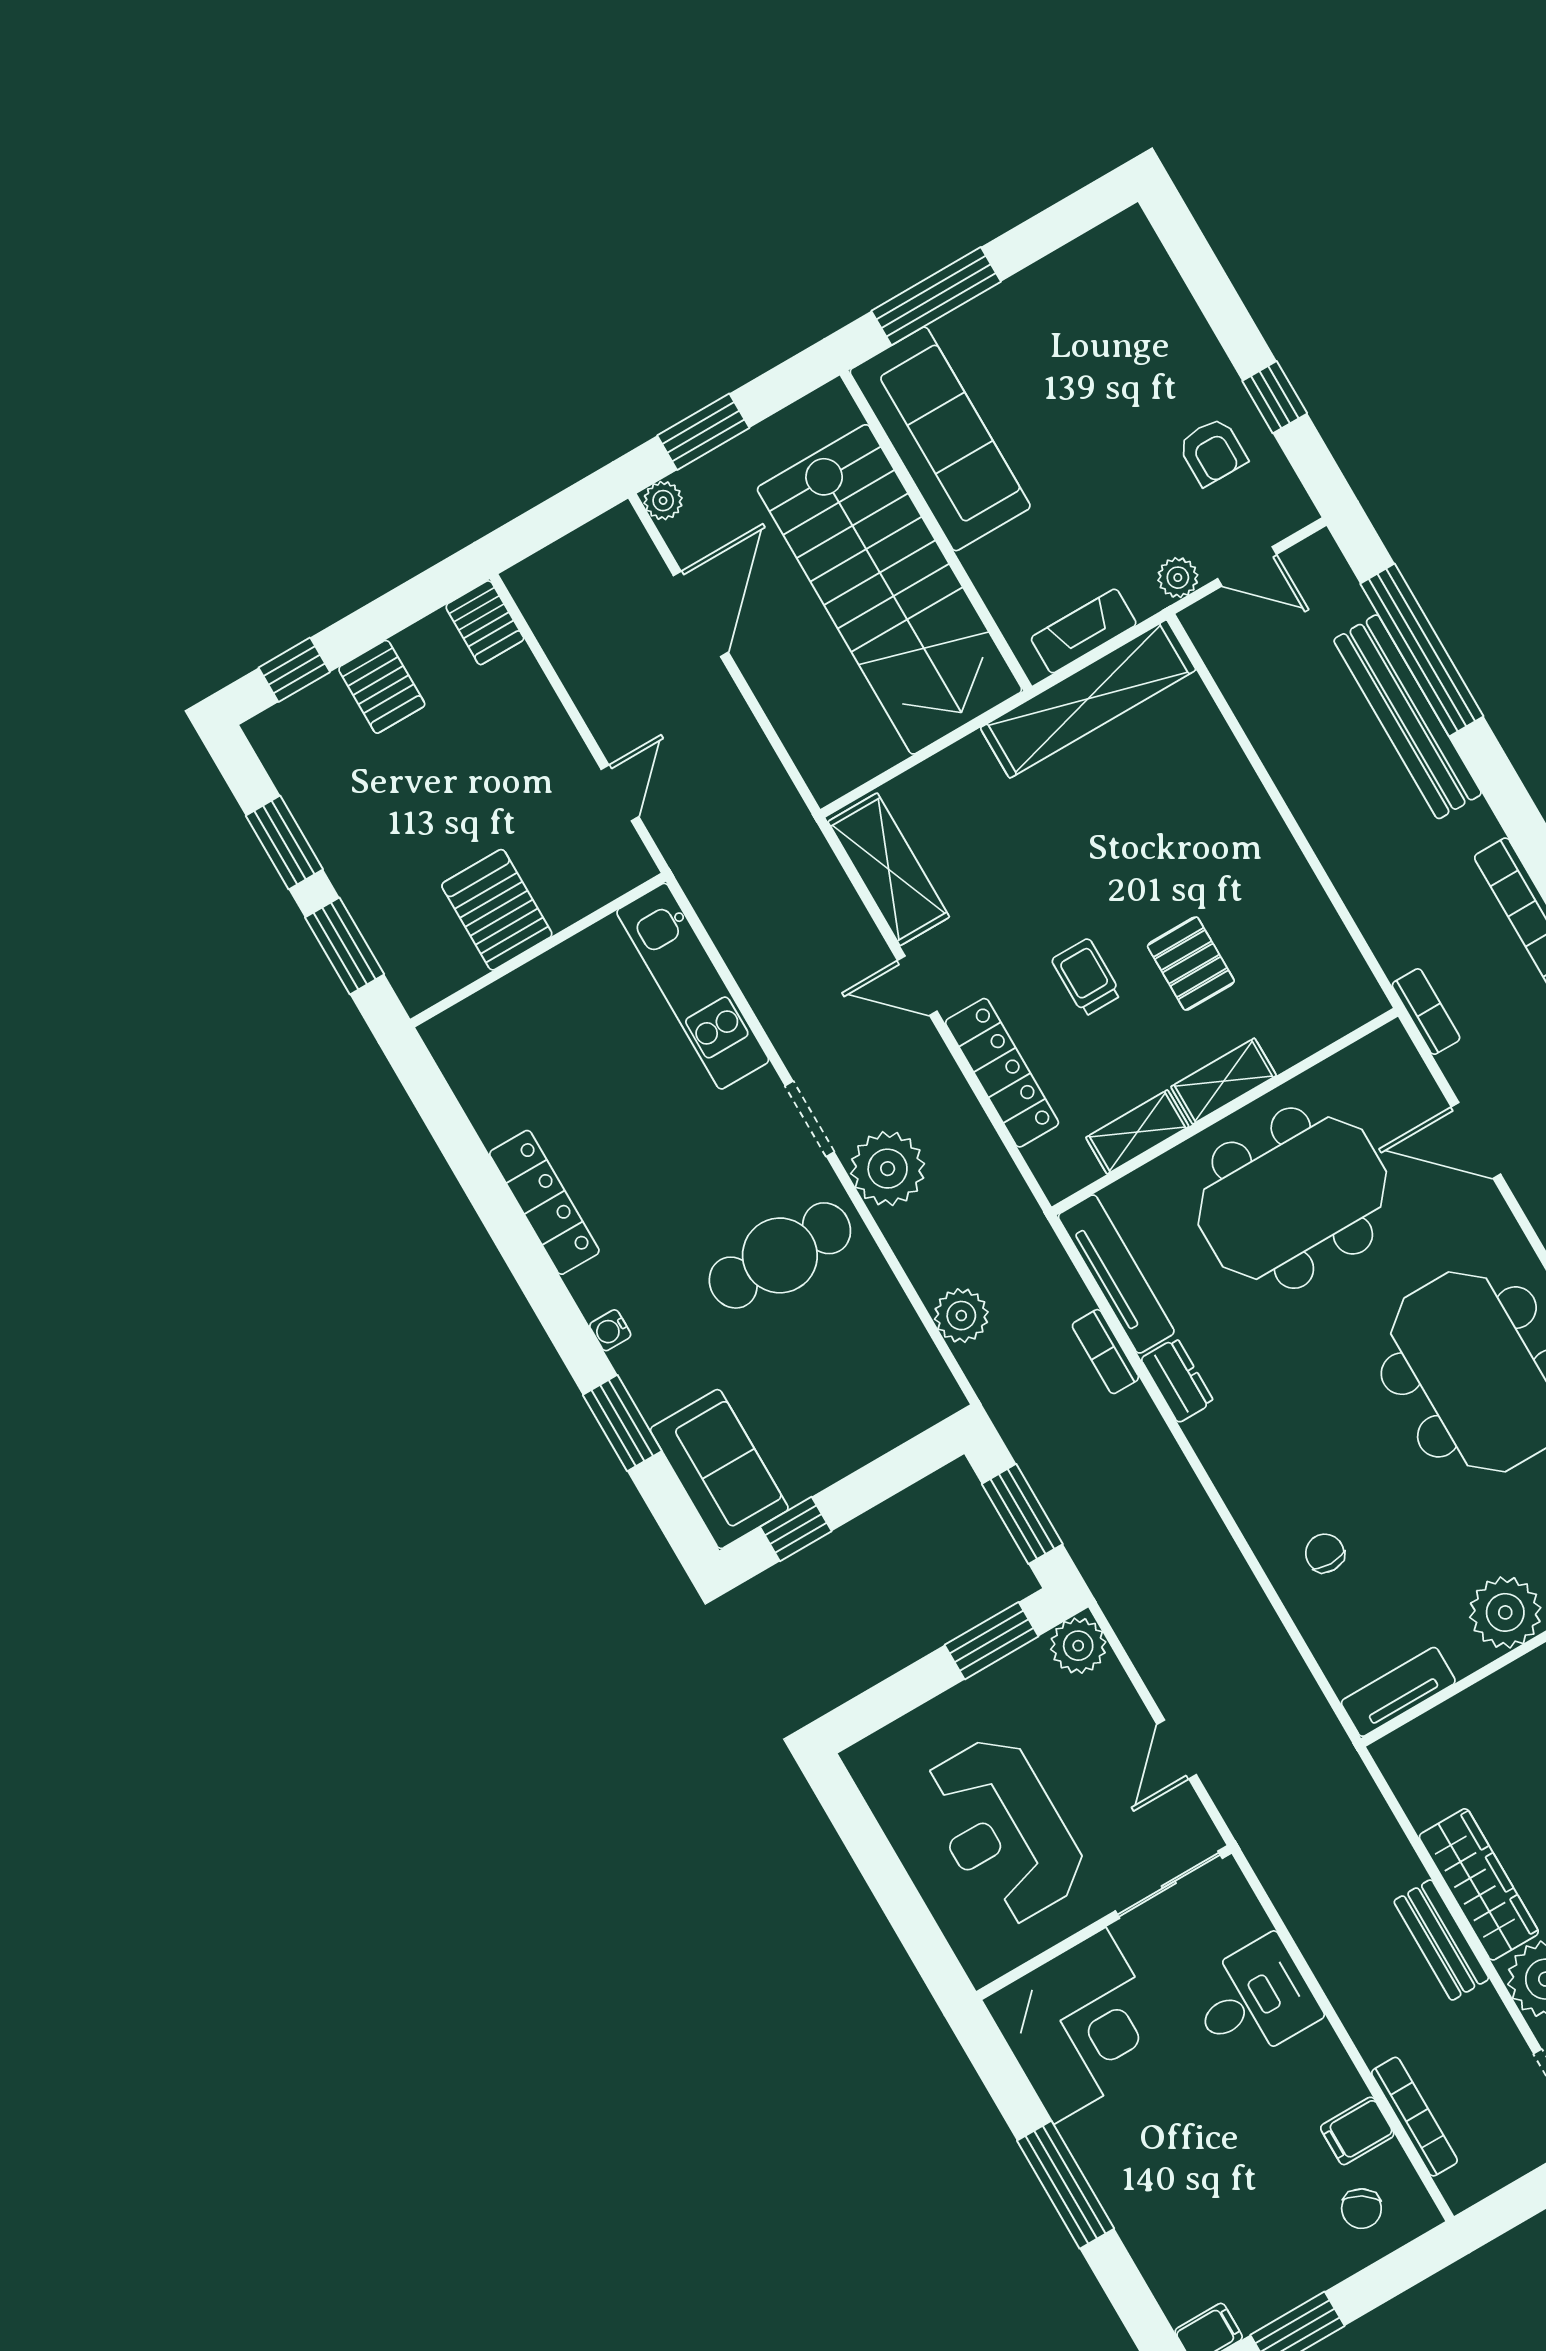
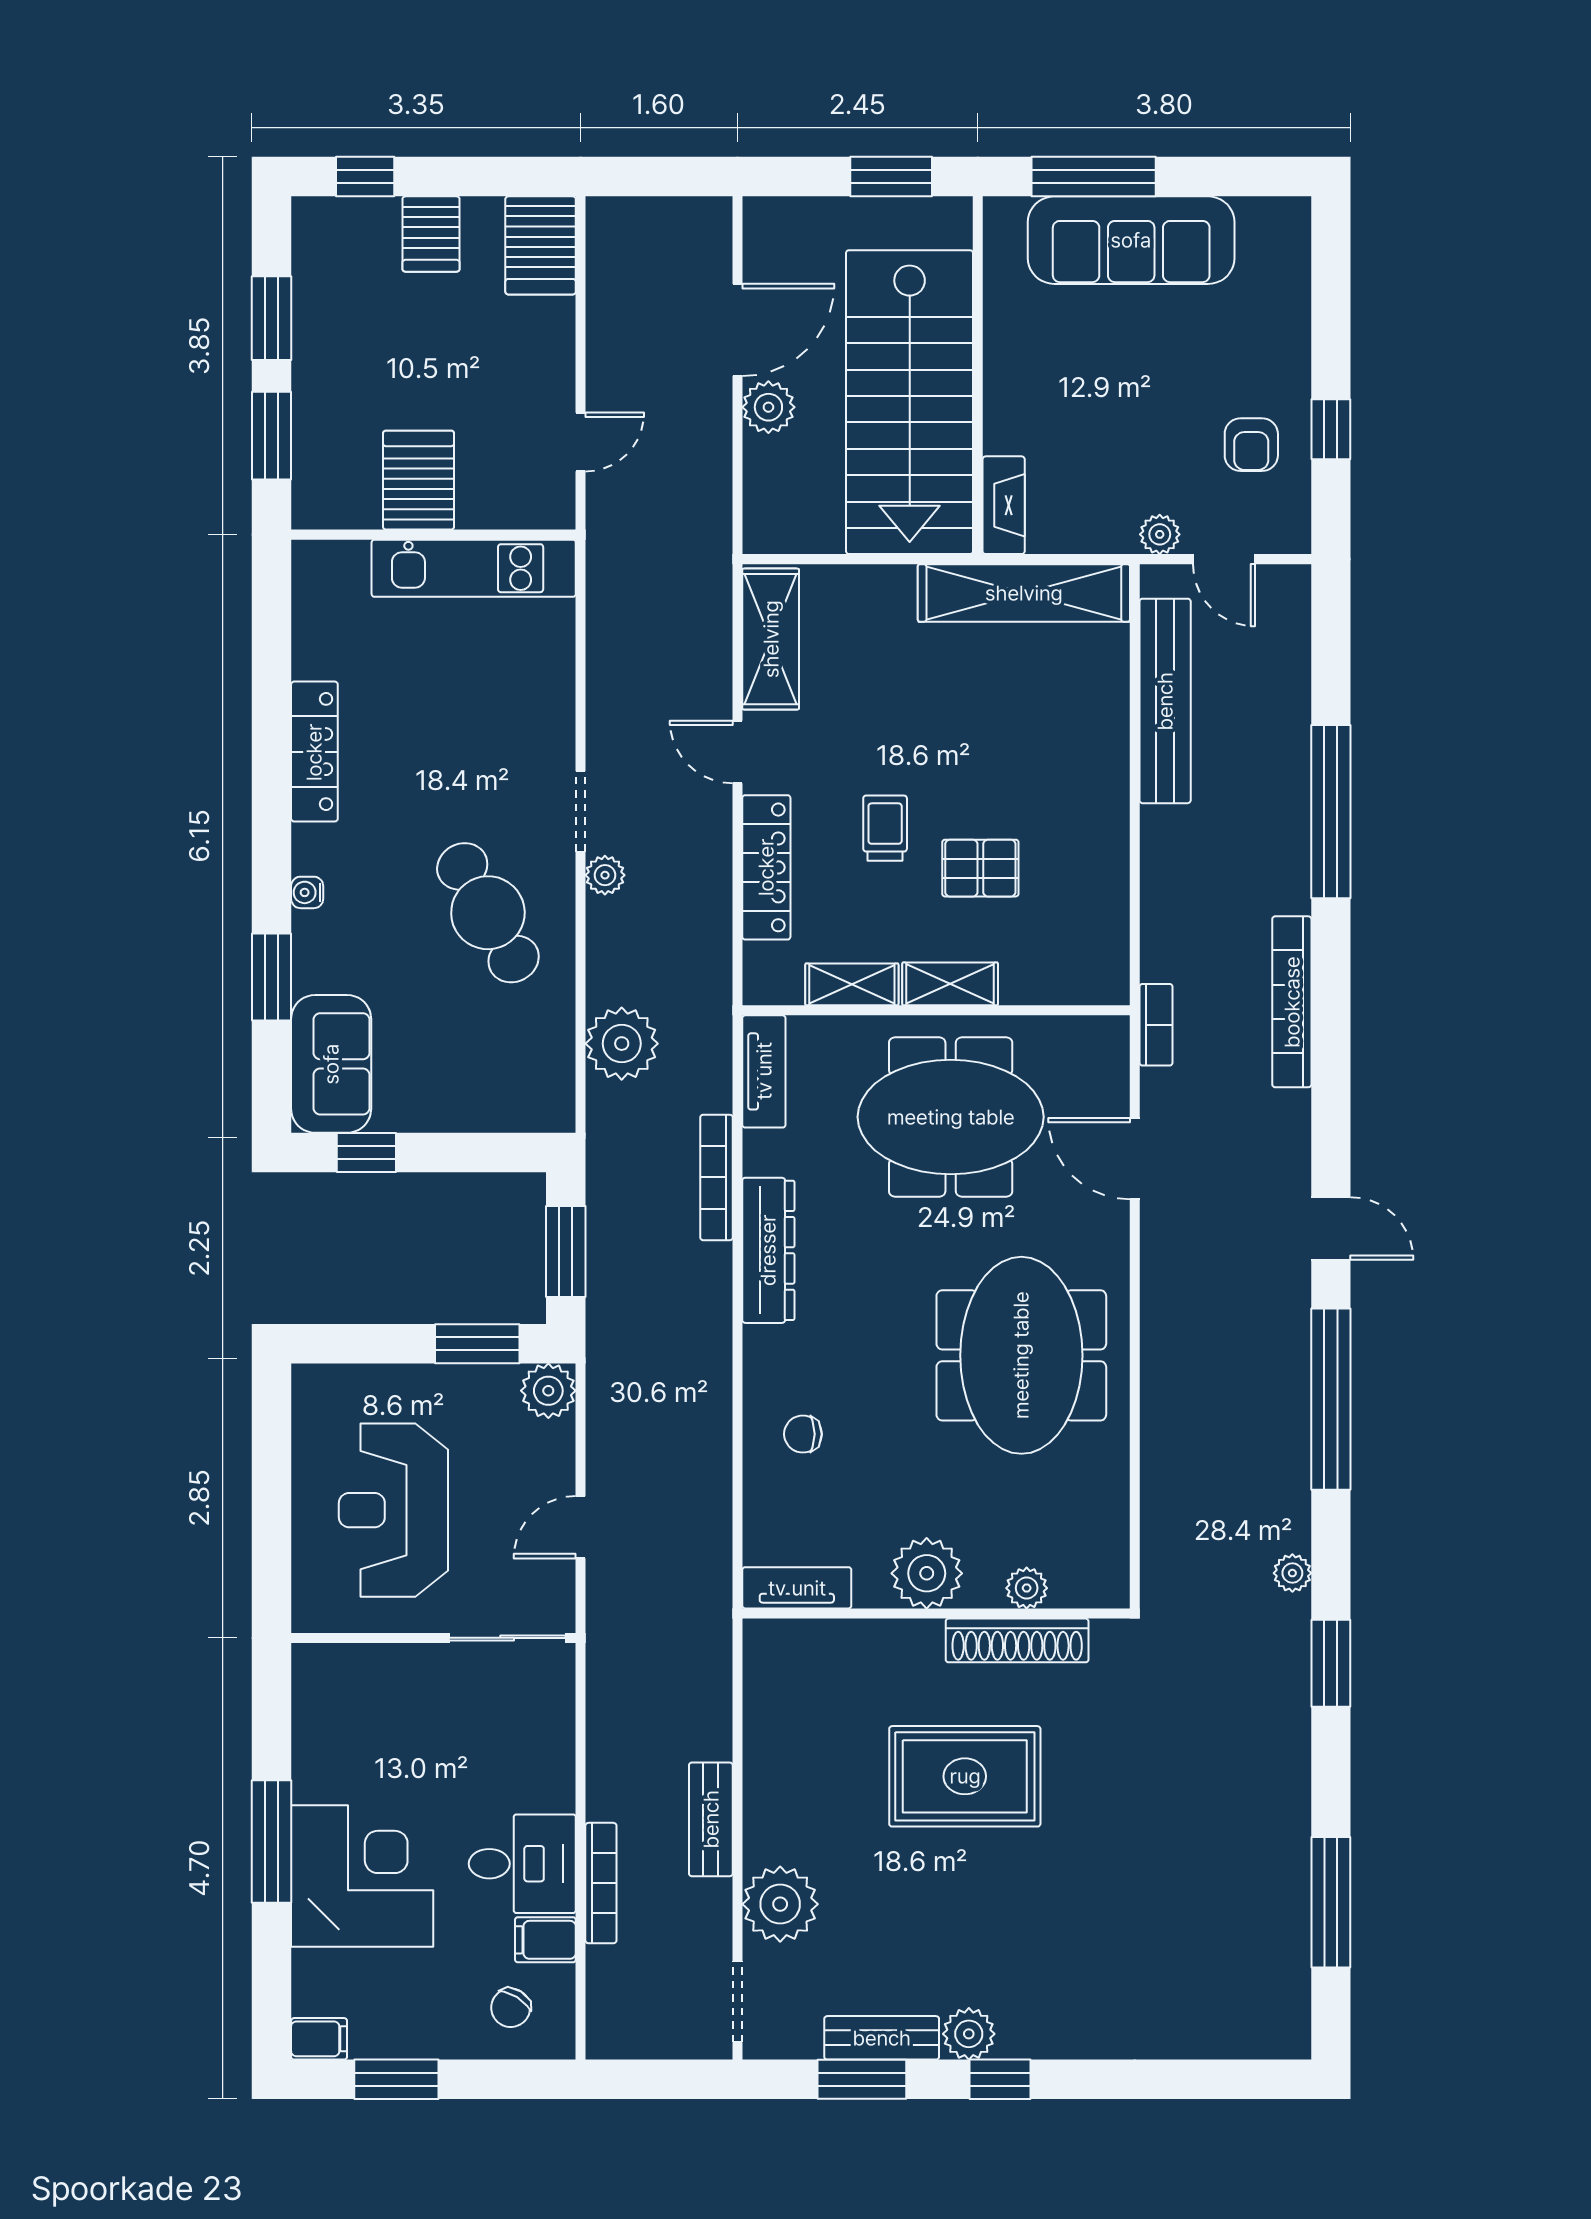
window: (703, 432) -> (891, 177), moved
sofa: (940, 439) -> (1131, 240), moved, turned 90
plant: (663, 501) -> (768, 407), moved, width x1.38, depth x1.38
server rack: (485, 622) -> (541, 245), width x1.36, depth x1.44
fireplace: (1084, 631) -> (1004, 505), moved, turned 90
window: (1422, 650) -> (1331, 812), moved
bench: (1408, 717) -> (1165, 701), moved
pallet: (1191, 964) -> (980, 868), turned 90
kitchen unit: (693, 986) -> (474, 568), moved, turned -90
plant: (888, 1169) -> (605, 875), width x0.53, depth x0.53
cafe table: (780, 1255) -> (488, 913), turned 61
tv unit: (1116, 1274) -> (764, 1071), width x0.71
plant: (961, 1316) -> (622, 1044), width x1.36, depth x1.36
bookcase: (1105, 1352) -> (716, 1177), width x1.56
dresser: (1177, 1380) -> (768, 1250), width x1.96, depth x1.24
chair: (1325, 1553) -> (803, 1434), turned -90
wardrobe: (1479, 1884) -> (770, 1791), removed
desk: (1254, 2000) -> (522, 1864), moved
corner desk: (1080, 2026) -> (362, 1876), moved, turned -90
bookcase: (1414, 2117) -> (601, 1883), moved

